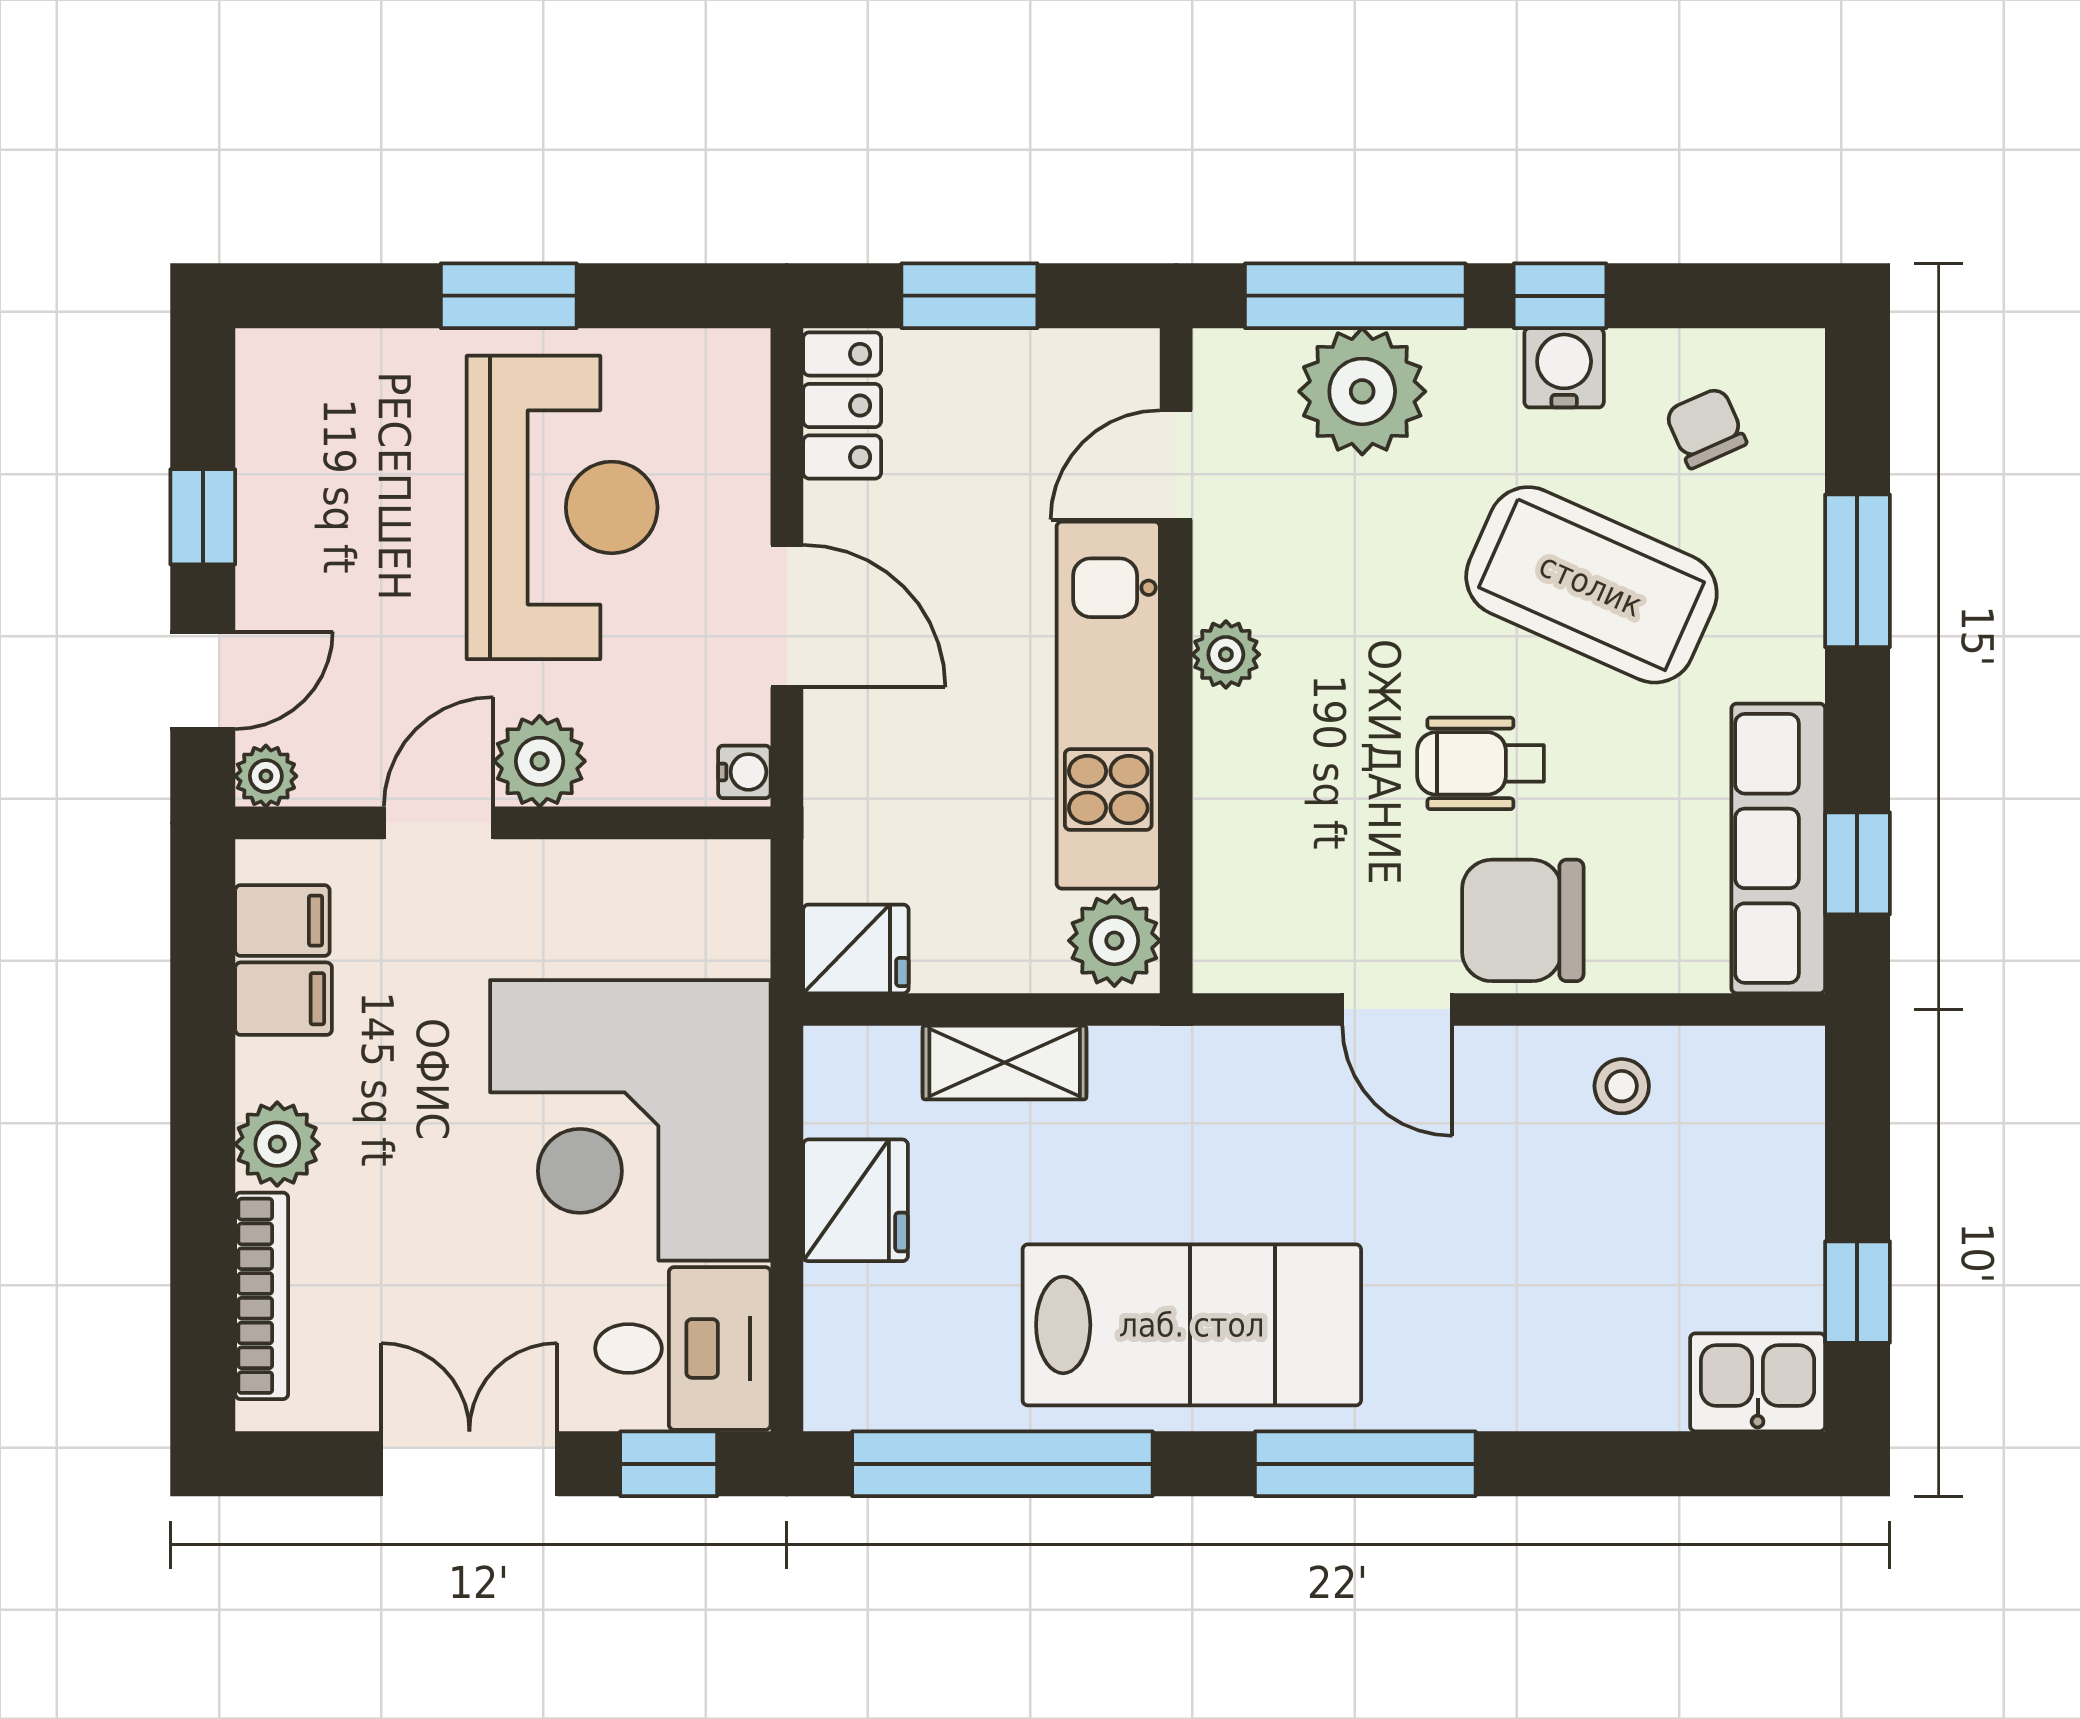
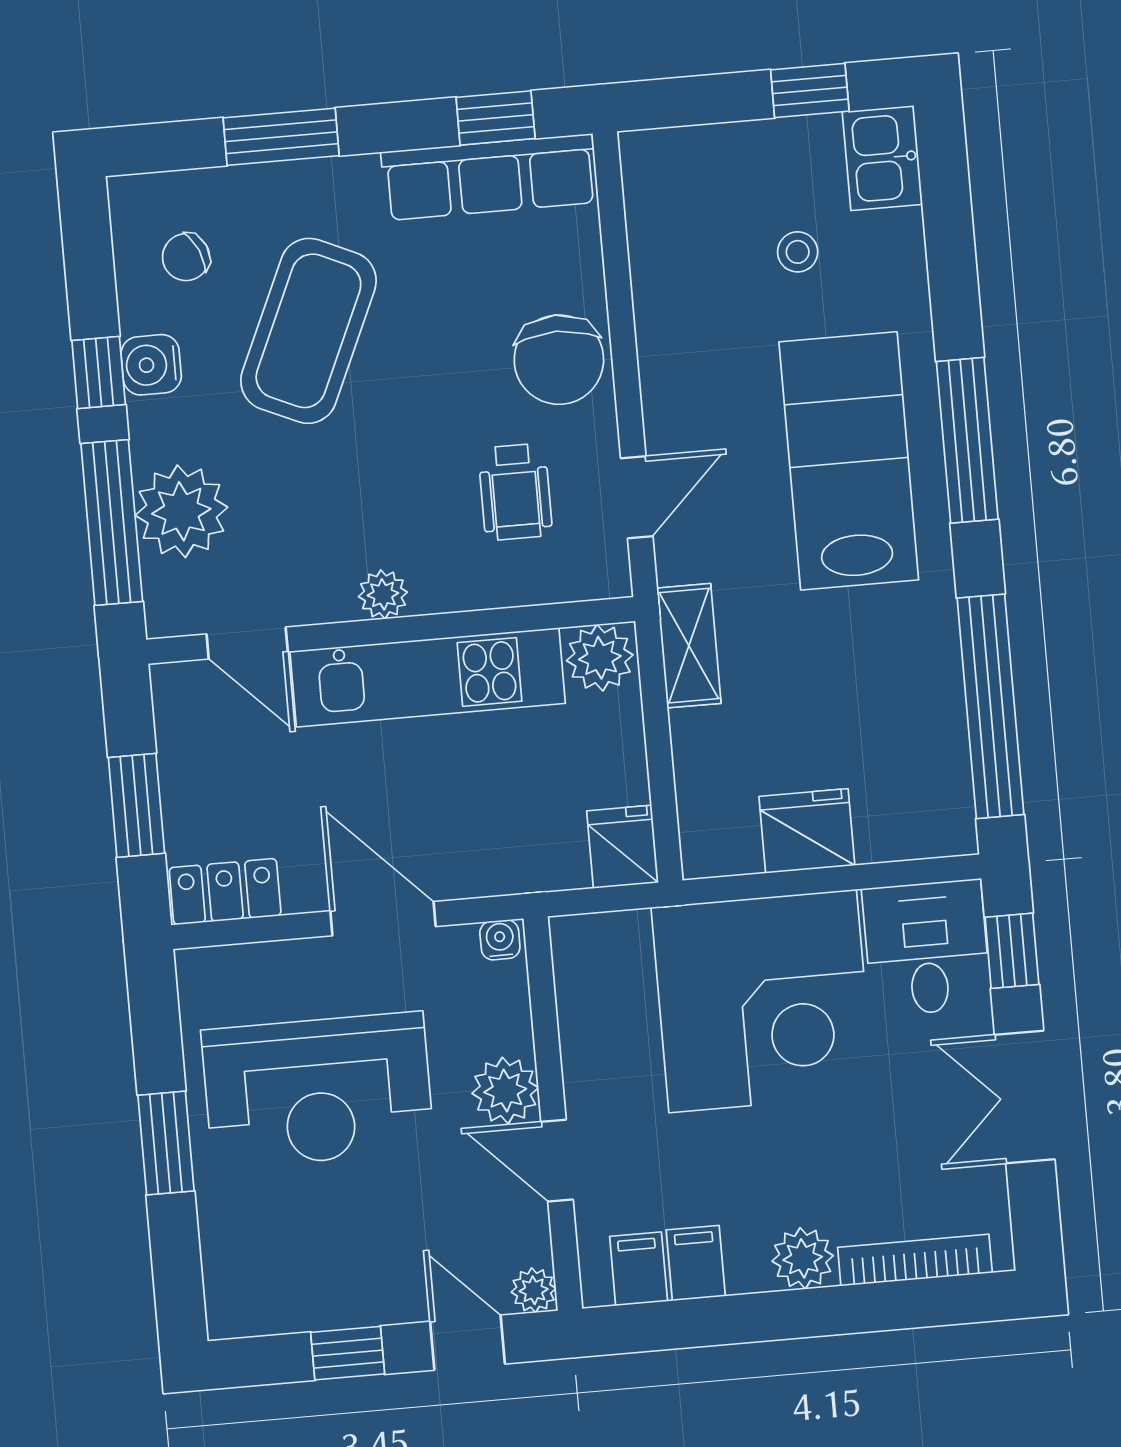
reception desk: (562, 507) -> (318, 1090), turned 180
door: (787, 616) -> (383, 919), hinge flipped
wheelchair: (1481, 763) -> (515, 492), moved
door: (1397, 1009) -> (637, 497), moved
shelving: (1005, 1063) -> (689, 646), moved
stool: (1622, 1086) -> (798, 252), moved
lab bench: (1192, 1325) -> (849, 461), moved

